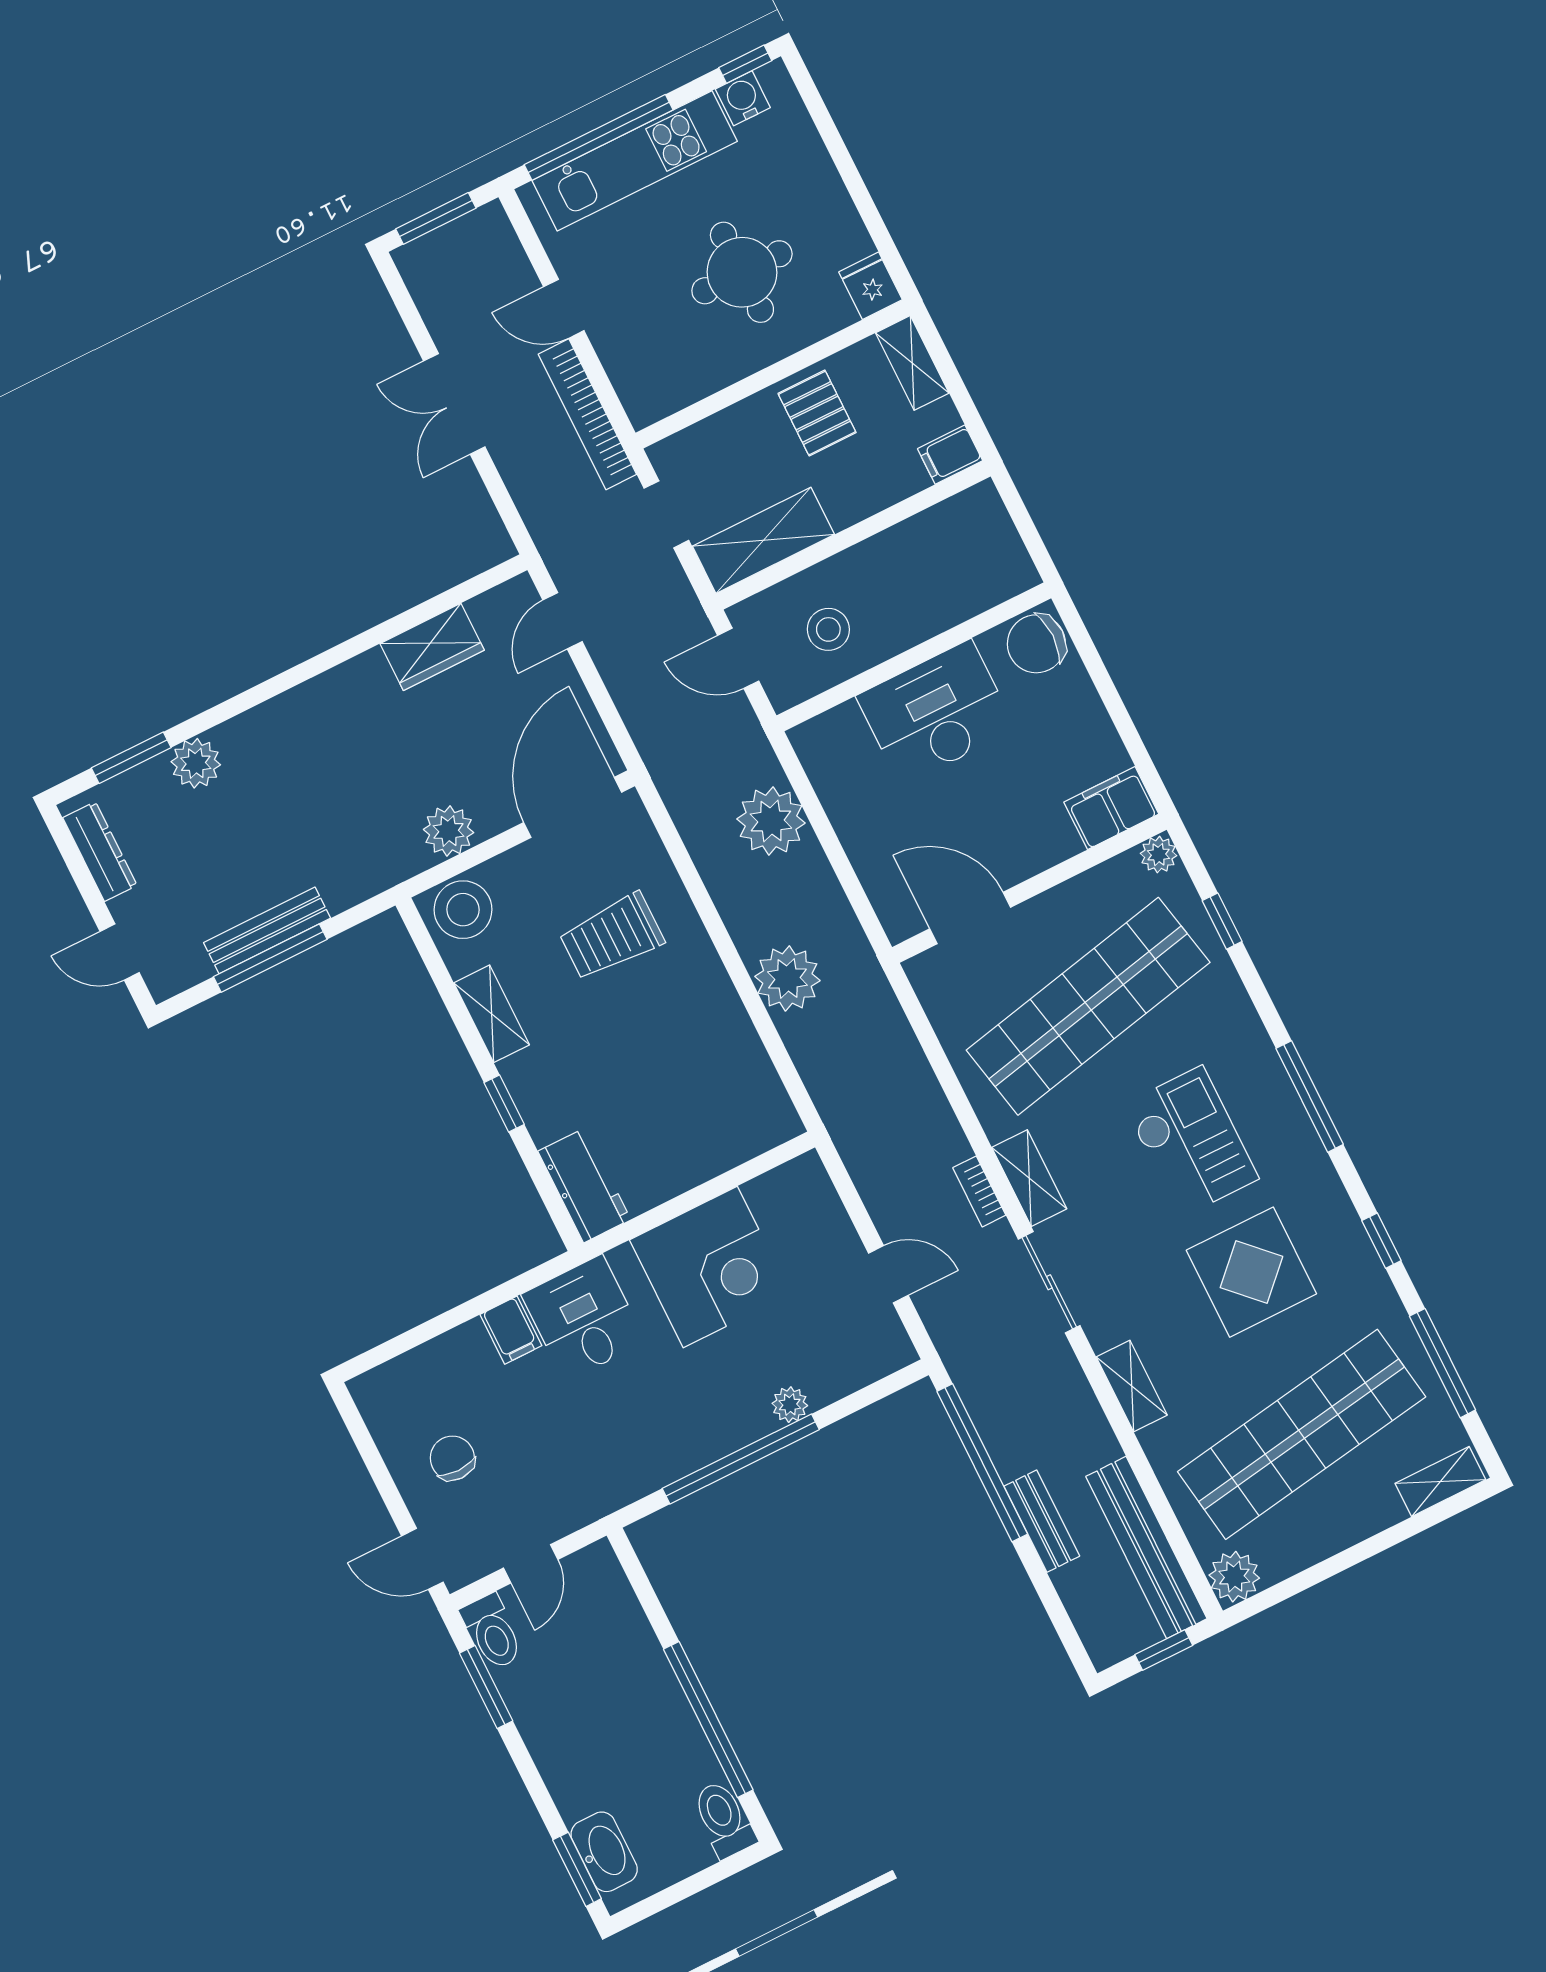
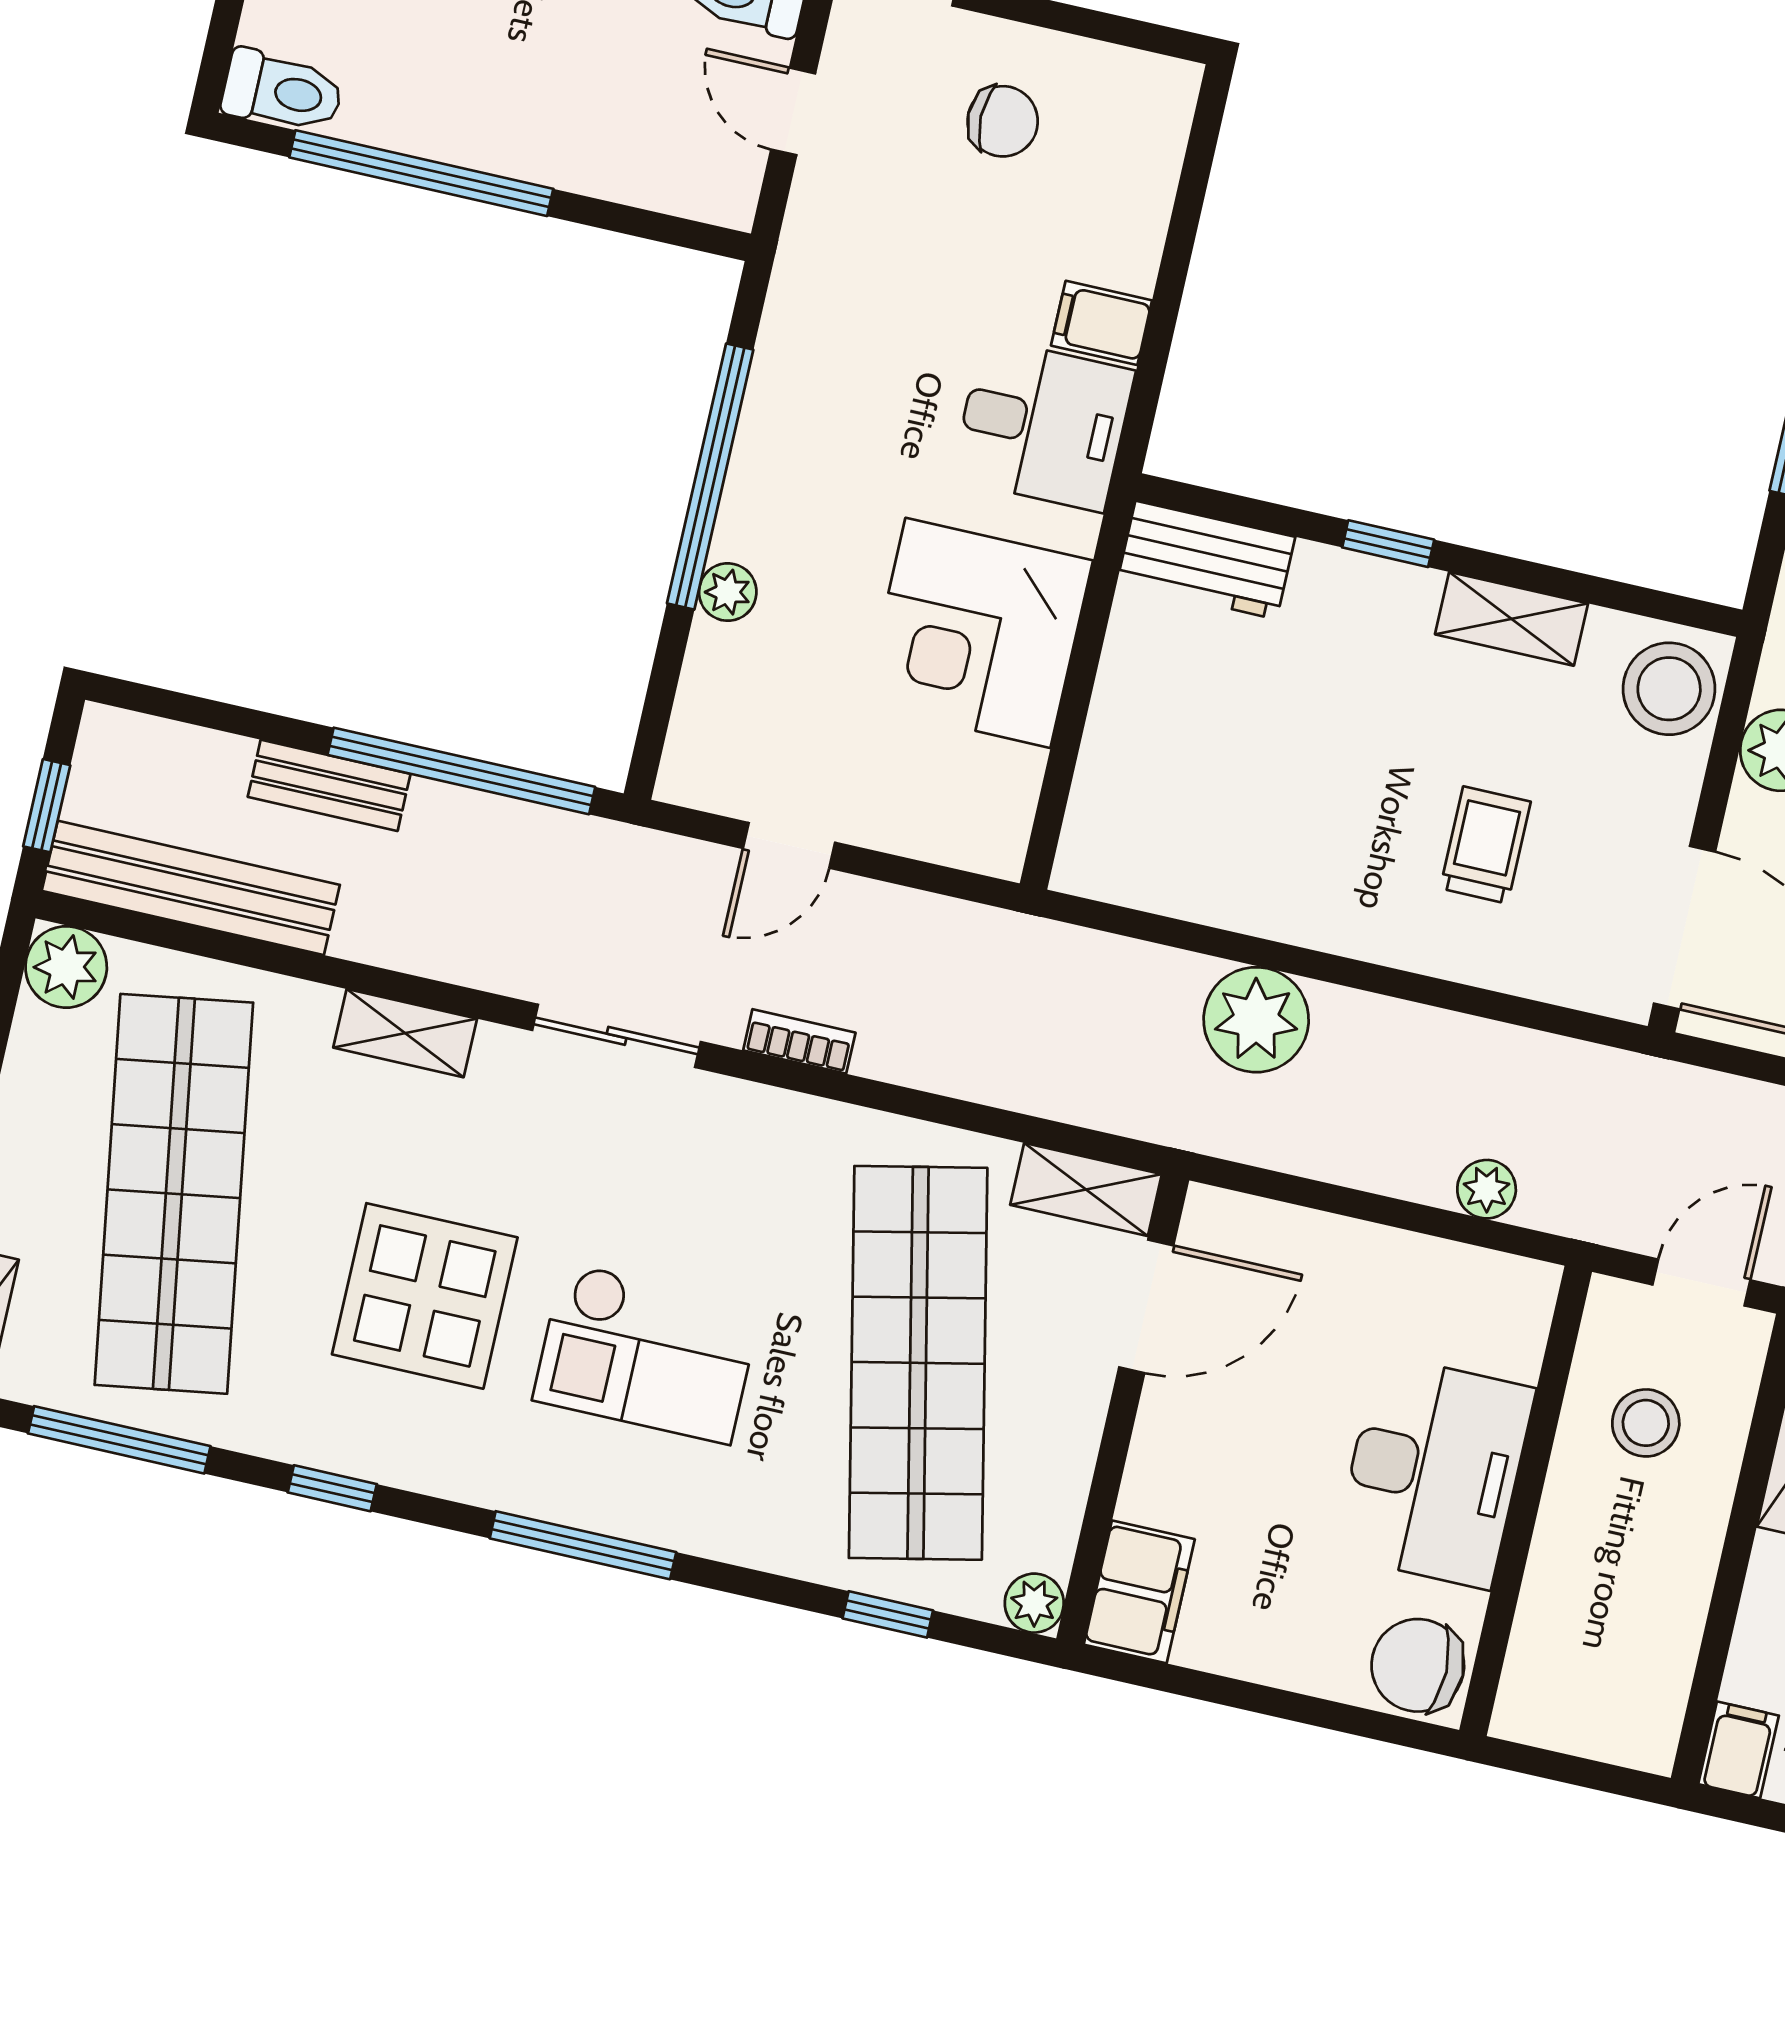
chair: (1036, 644) -> (1418, 1665), turned -90
plant: (771, 821) -> (1487, 1189), width x0.53, depth x0.53
trolley: (612, 937) -> (1485, 845), width x0.73, depth x0.72
shelving: (1029, 1178) -> (1086, 1190), moved

